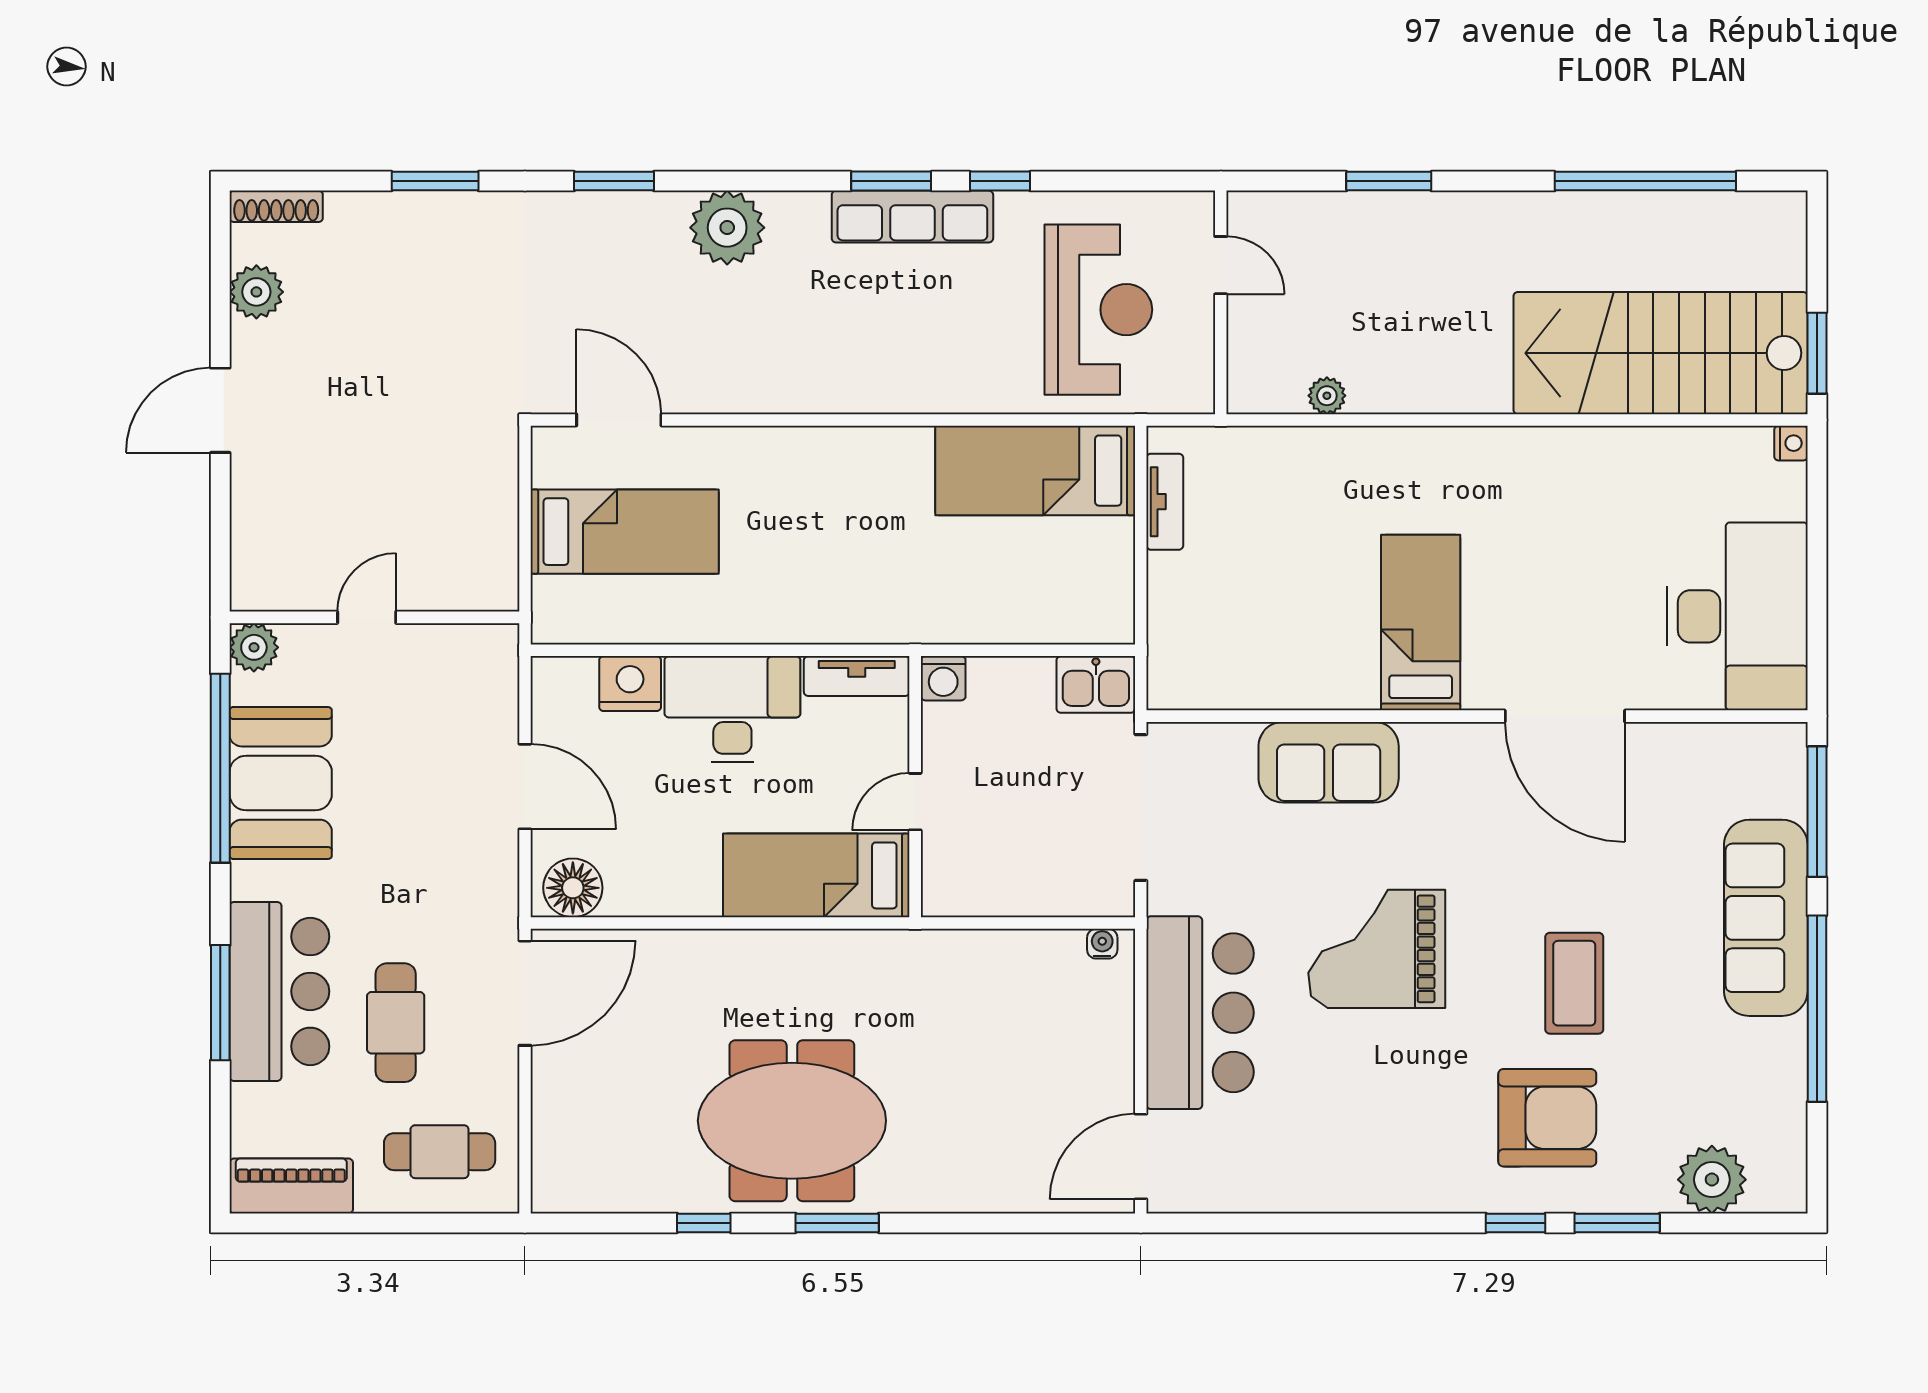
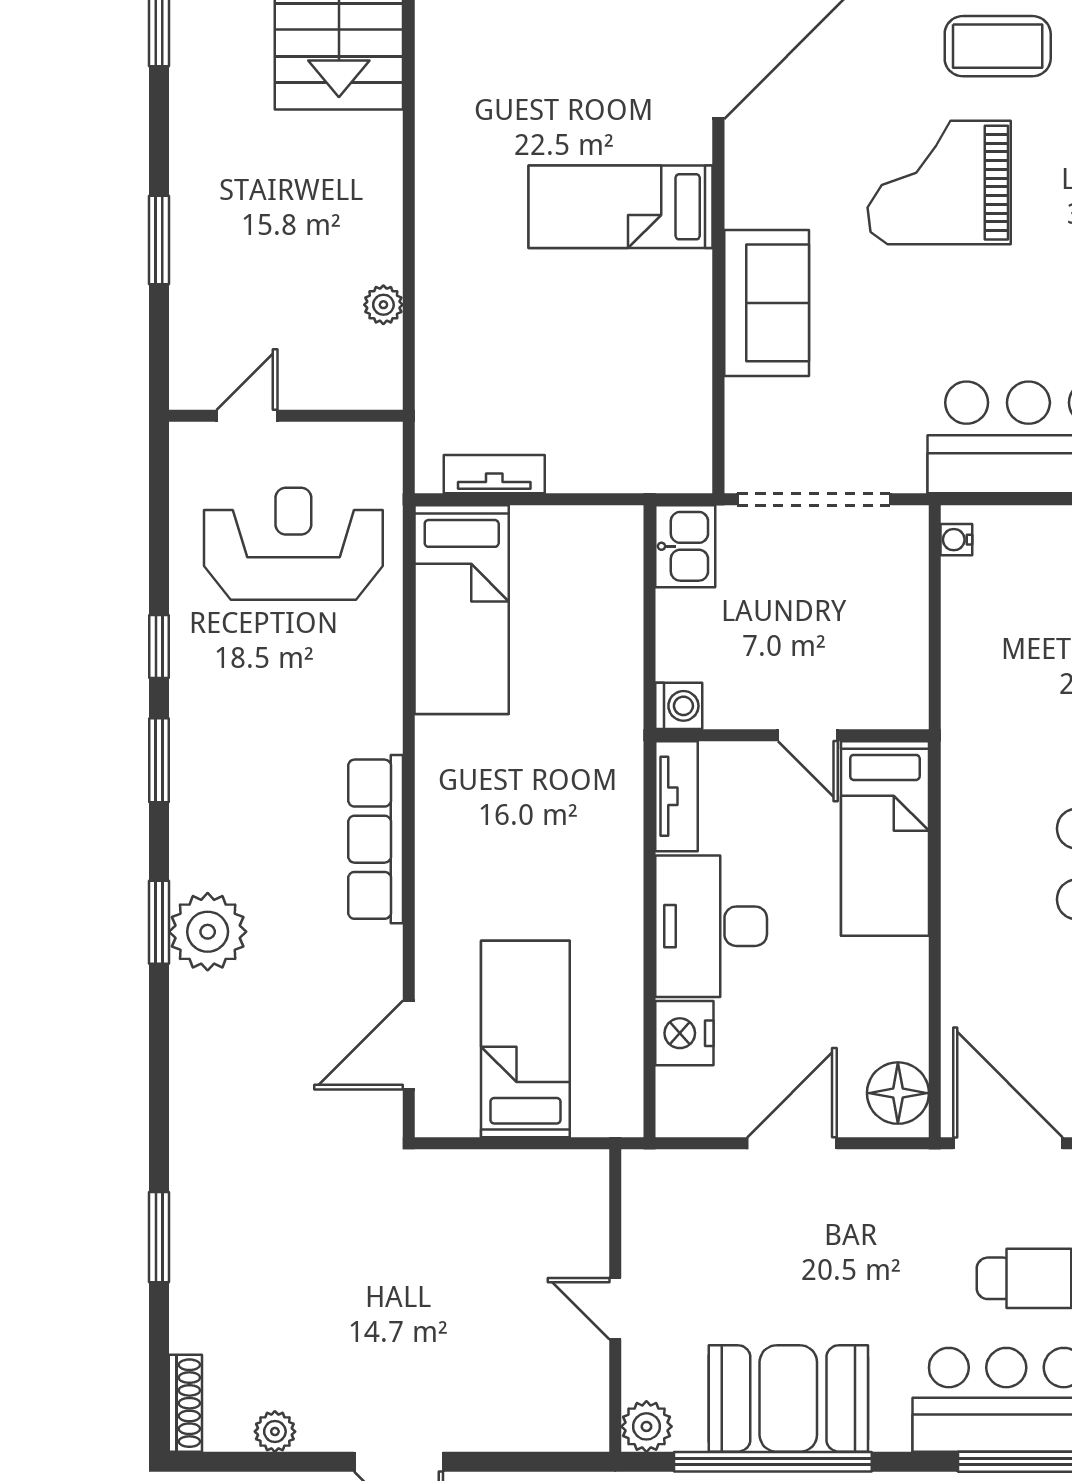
window: (614, 181) -> (159, 922), moved
row of seats: (912, 217) -> (376, 839), moved, turned 180
plant: (256, 292) -> (275, 1432), width x0.73, depth x0.73
grand piano: (1377, 949) -> (939, 183), moved, turned 90

